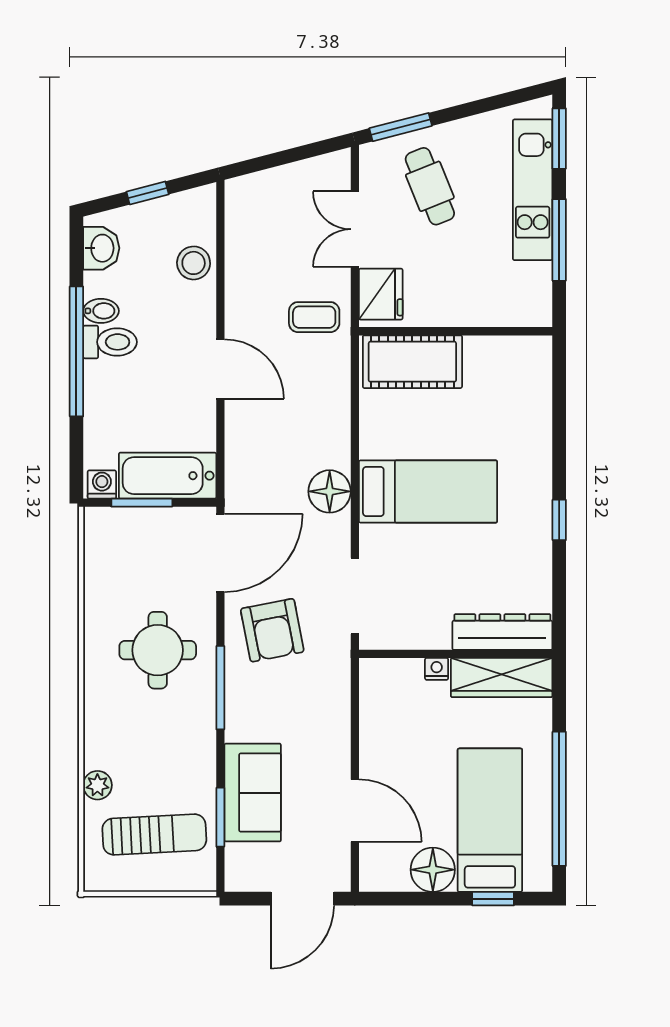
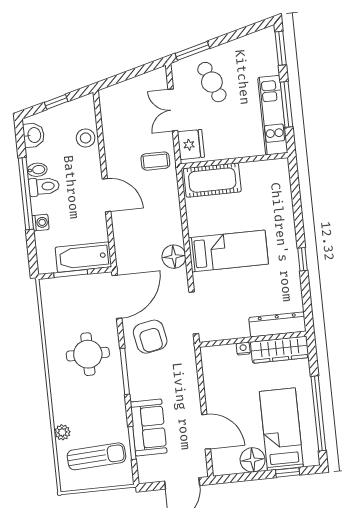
kitchen unit: (533, 190) -> (273, 115), moved
washing machine: (102, 484) -> (41, 223), moved, turned 90

